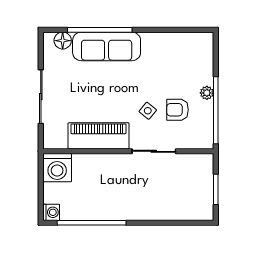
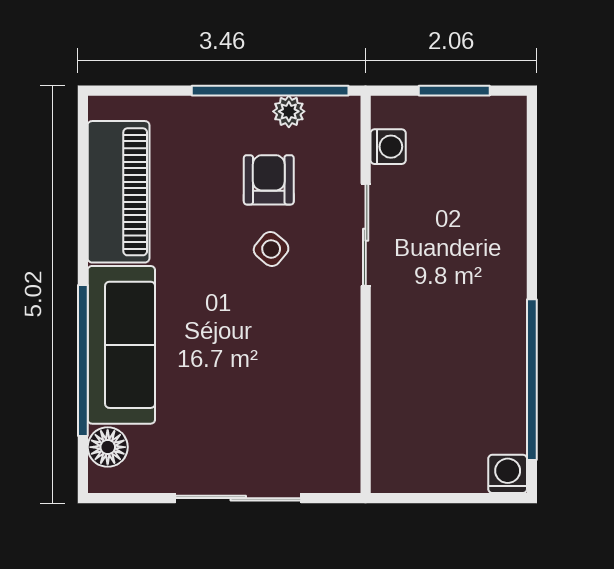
plant: (207, 93) -> (289, 111), moved
armchair: (177, 110) -> (269, 180), turned 180
piano: (99, 136) -> (119, 192), moved, turned 180
washing machine: (57, 168) -> (388, 147), moved, width x0.53, depth x0.53

